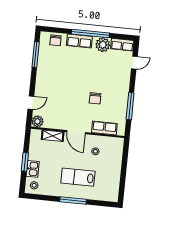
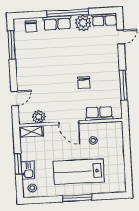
plant: (37, 121) -> (39, 117), moved
shelving: (53, 136) -> (31, 131), moved
lab bench: (78, 177) -> (79, 172), width x1.36, depth x1.39

